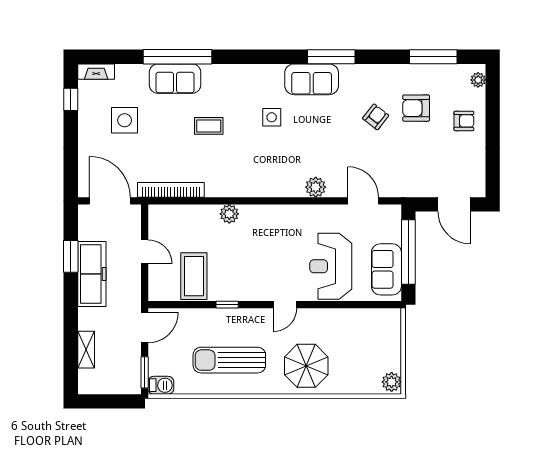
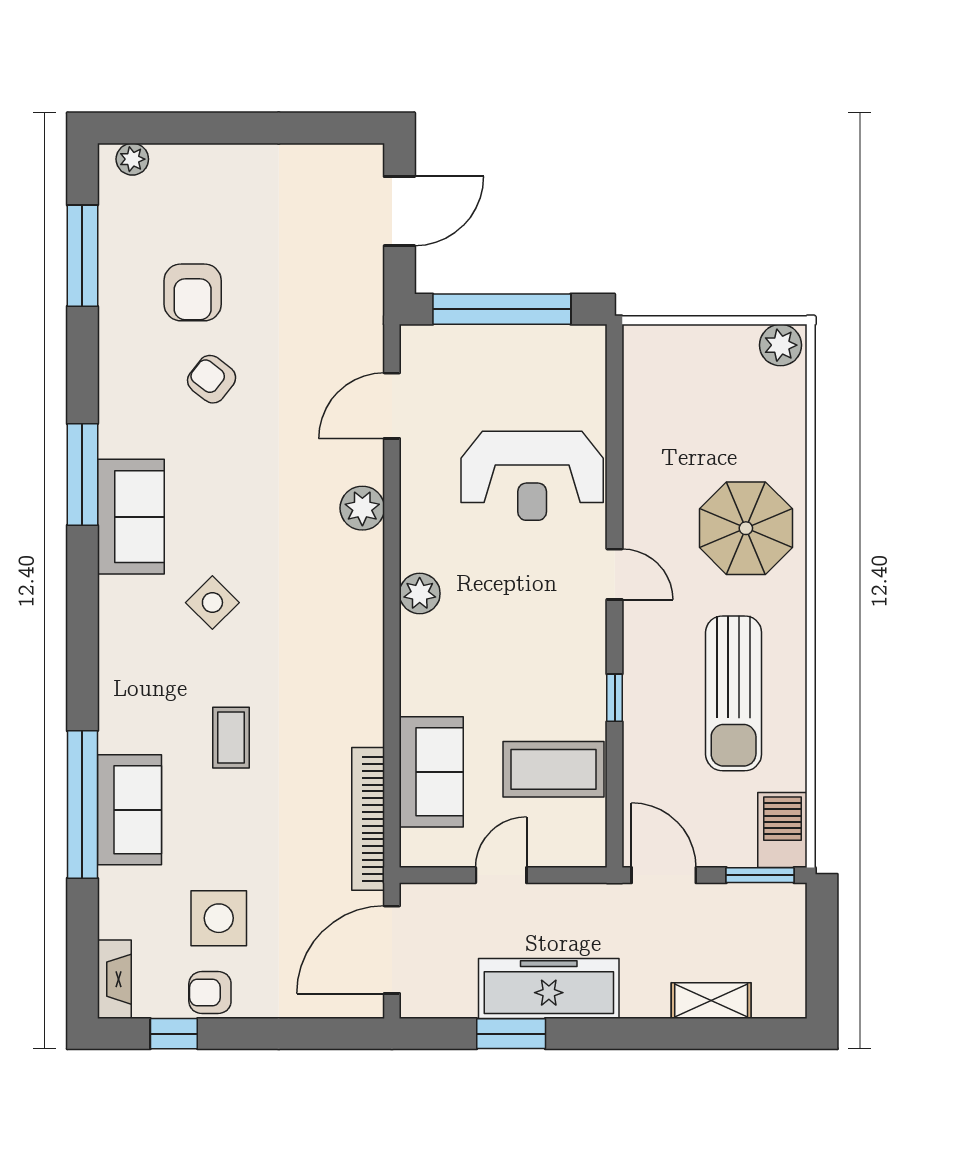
side table: (272, 117) -> (212, 603), turned 45
armchair: (464, 121) -> (210, 993), moved, turned -90
plant: (229, 214) -> (420, 593), moved
sofa: (386, 269) -> (431, 772), moved, turned -90
barbecue: (161, 385) -> (782, 830), width x1.38, depth x1.27

